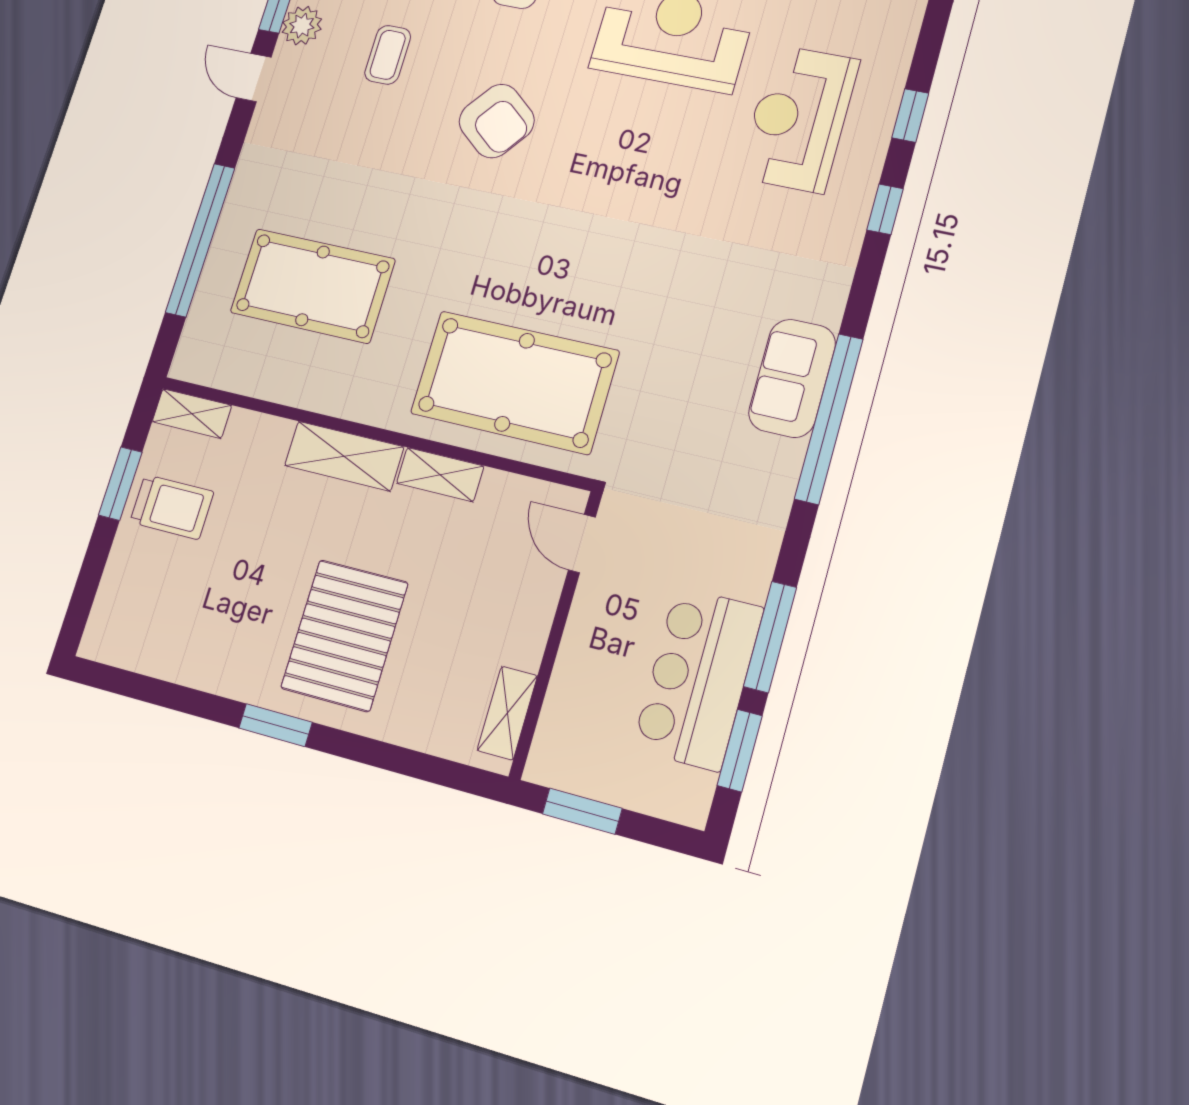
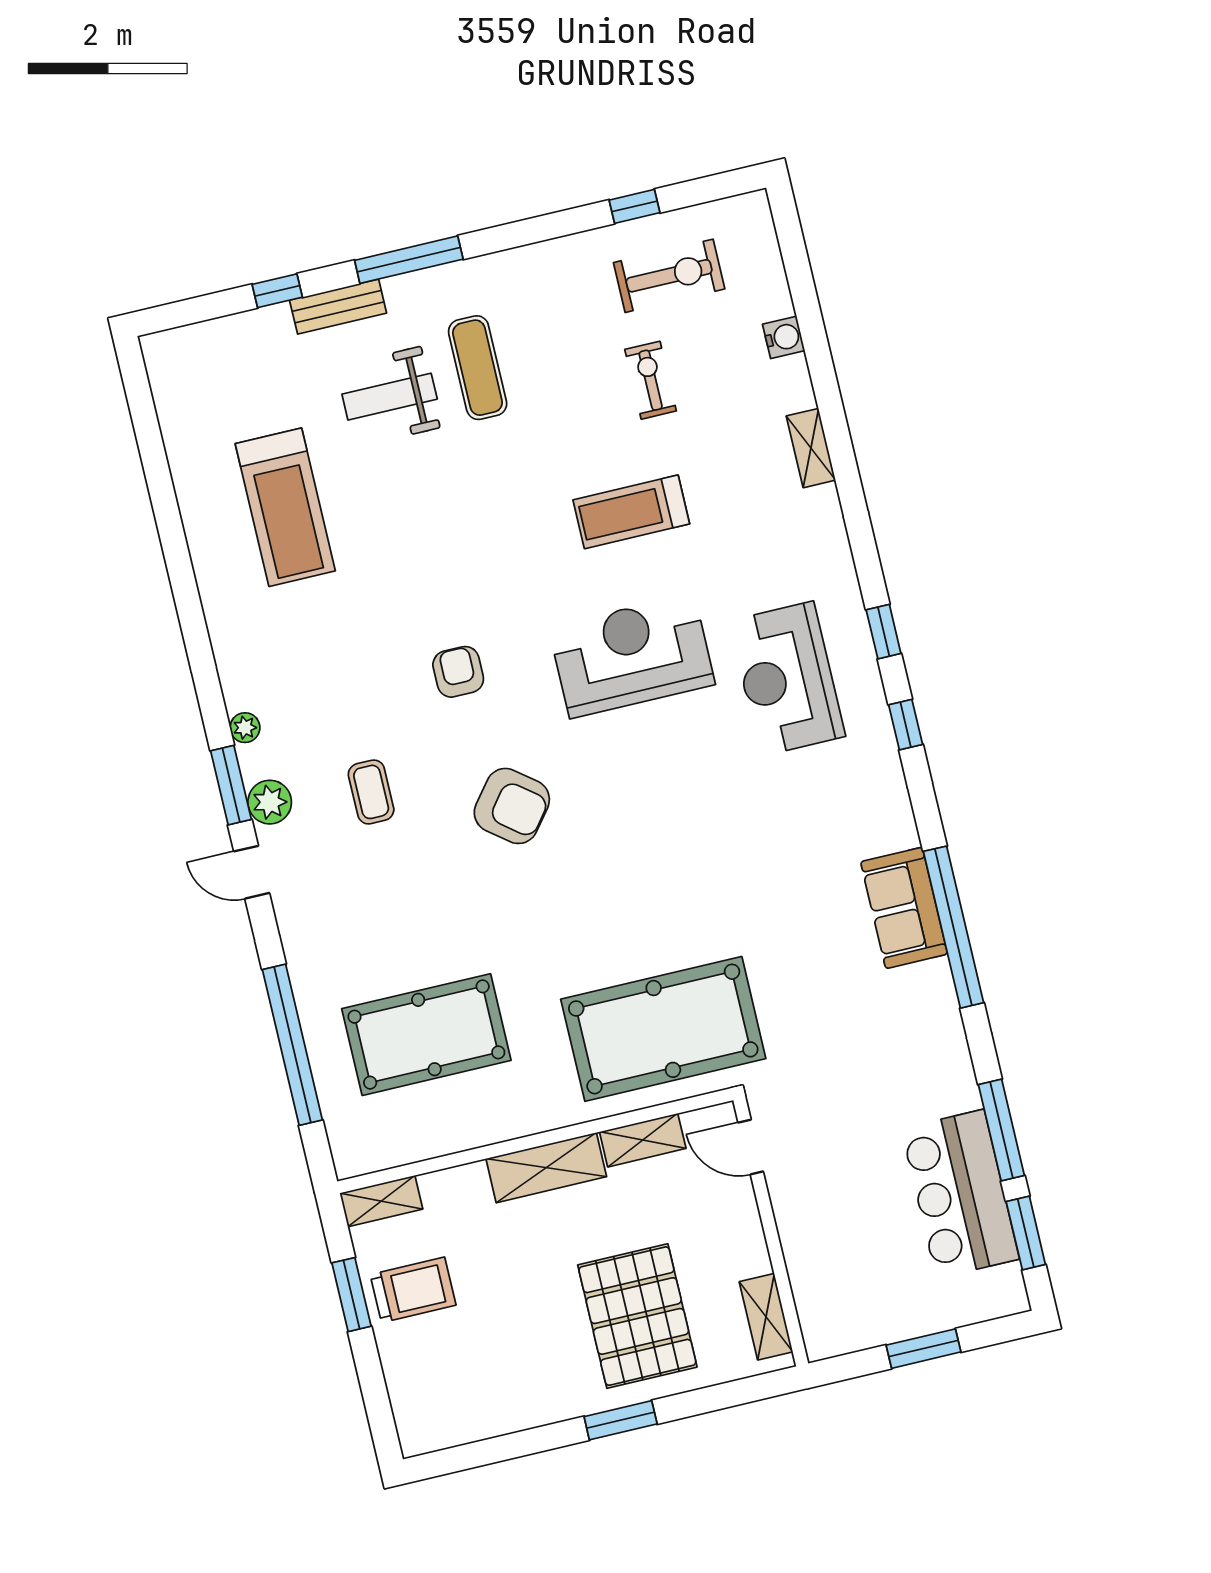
door: (582, 544) -> (751, 1147), moved
wall: (556, 634) -> (771, 1232), moved
shelving: (507, 713) -> (766, 1317), moved

